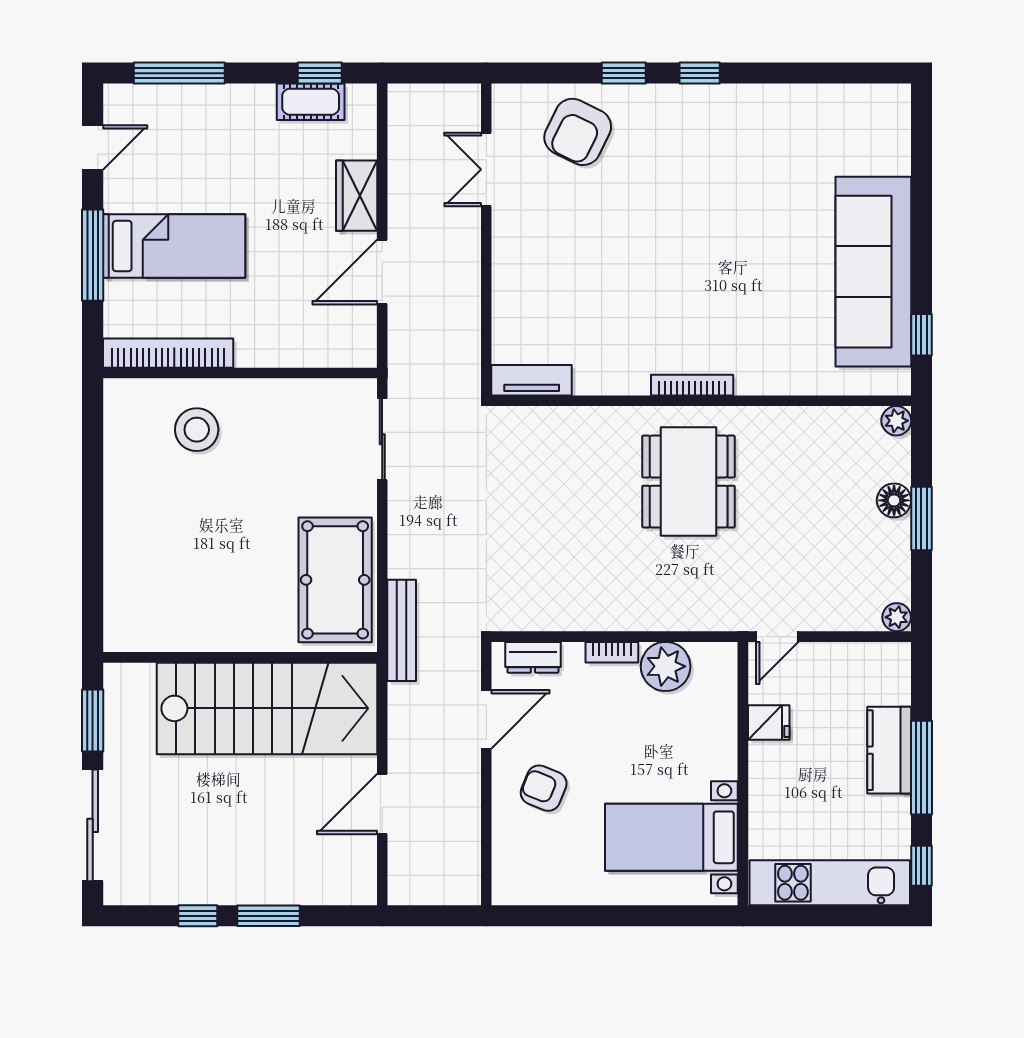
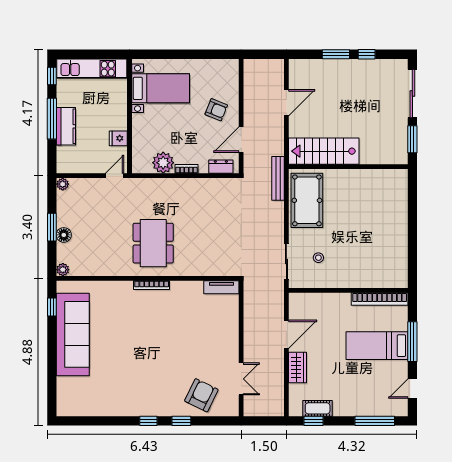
stool: (197, 430) -> (318, 258), moved, width x0.53, depth x0.53
stairs: (267, 708) -> (324, 151), width x0.73, depth x0.66

